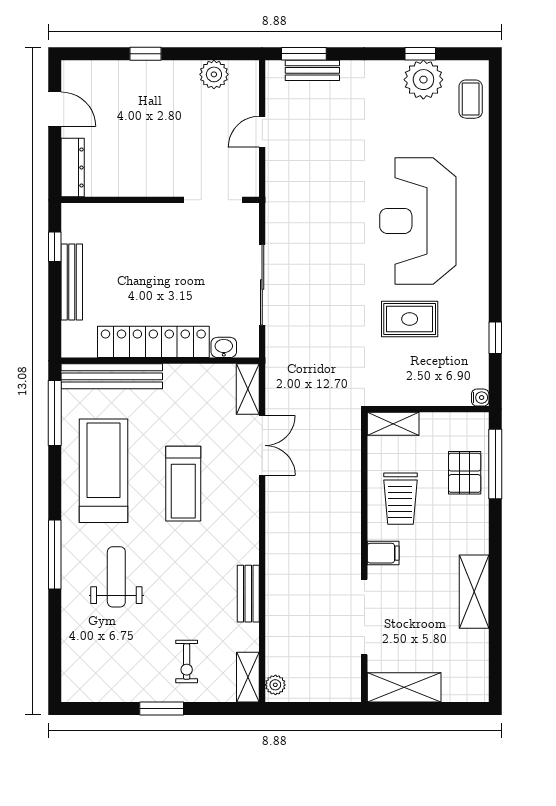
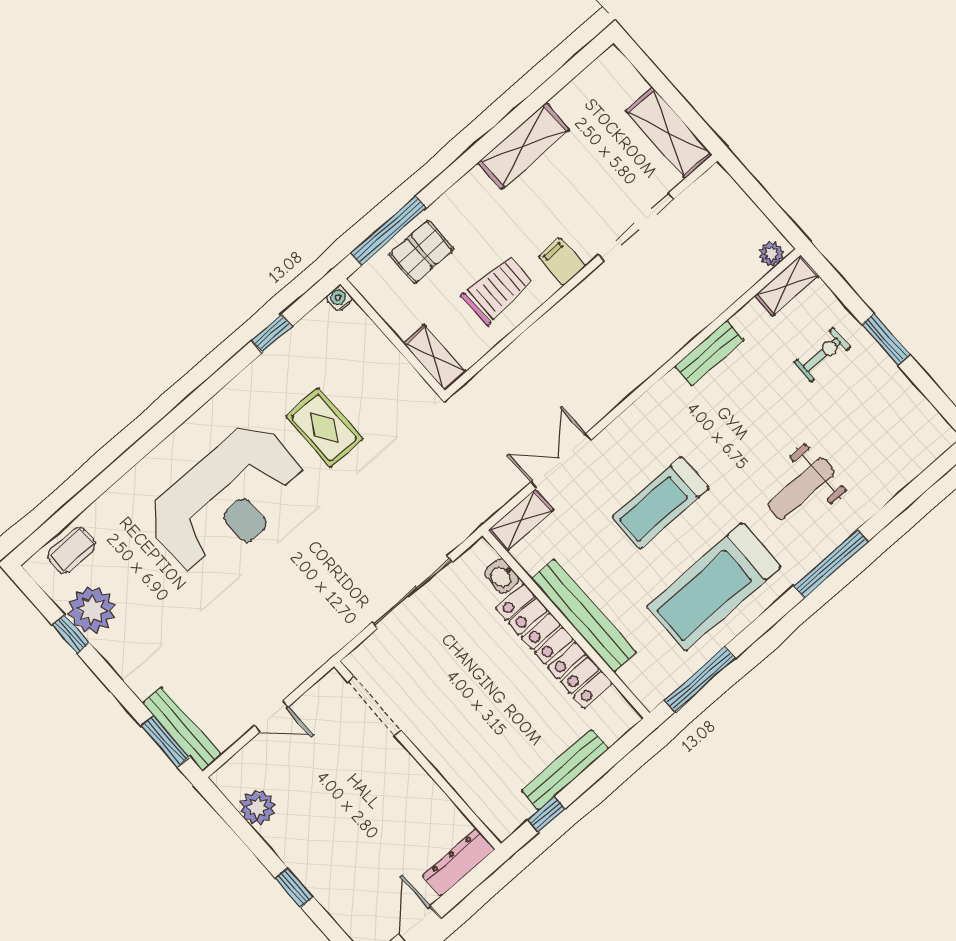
bench: (312, 70) -> (182, 729), width x1.36
bench: (112, 376) -> (584, 615), moved
treadmill: (183, 484) -> (661, 503), turned 180

